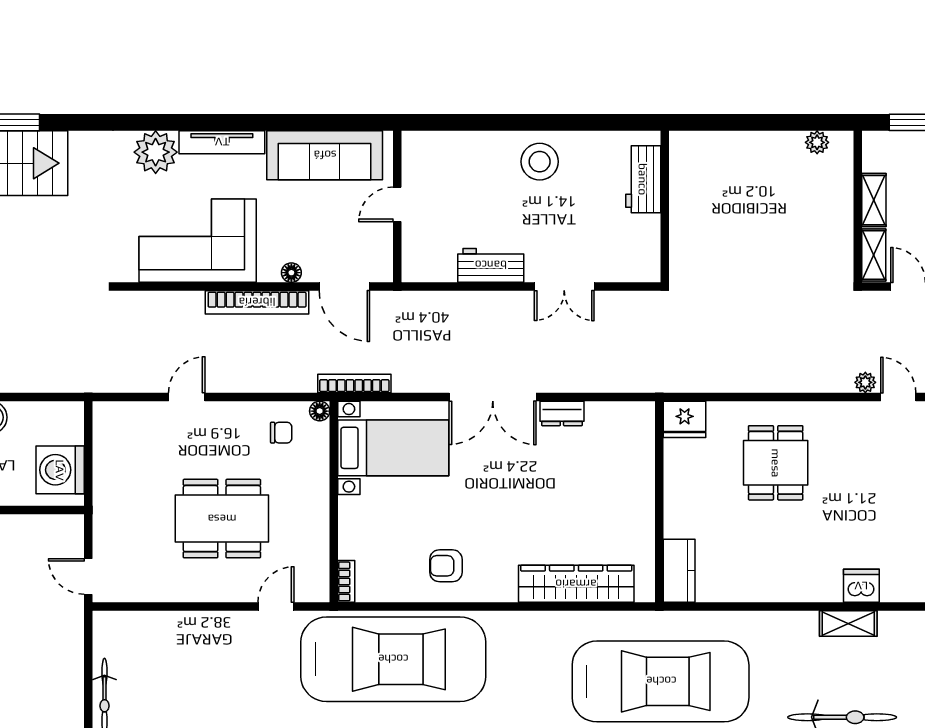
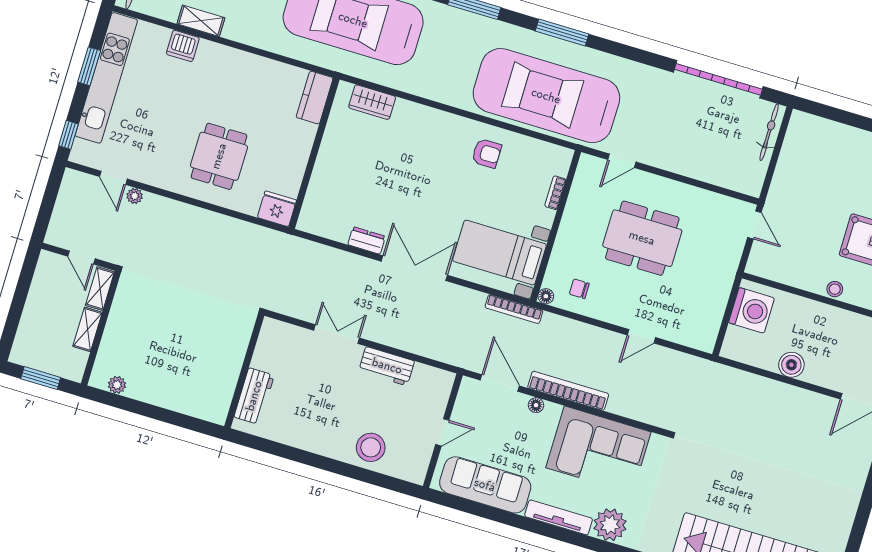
stool: (540, 162) -> (371, 447), moved
bookcase: (346, 581) -> (555, 193), moved
wardrobe: (576, 584) -> (372, 102), width x0.48, depth x0.85

